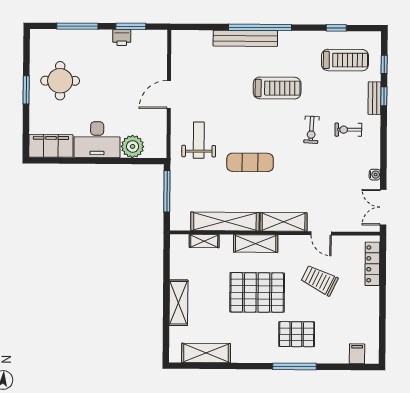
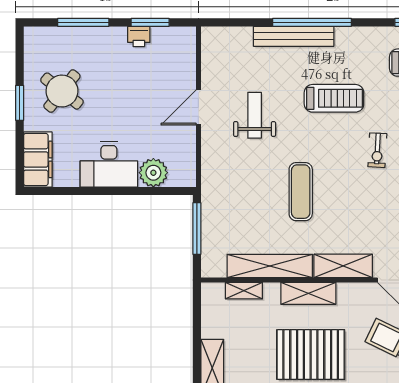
round table: (60, 81) -> (62, 91), turned 38
weight bench: (199, 140) -> (255, 115), moved
filing cabinet: (51, 146) -> (38, 159), moved, turned 90
exercise mat: (250, 162) -> (301, 192), turned 90

